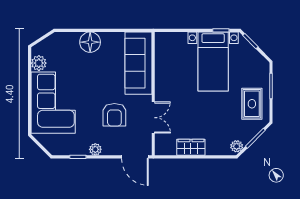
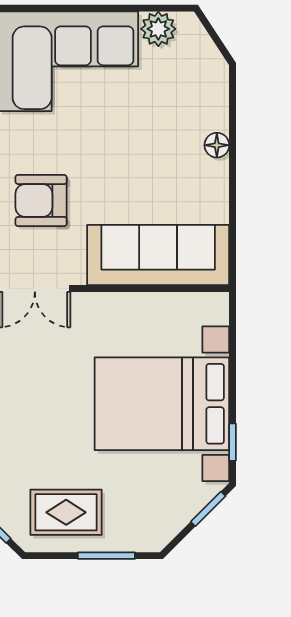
floor lamp: (90, 42) -> (217, 145), width x0.53, depth x0.53
bed with nightstands: (213, 62) -> (162, 404), width x1.36

